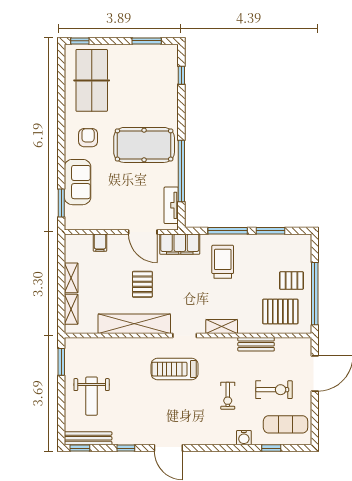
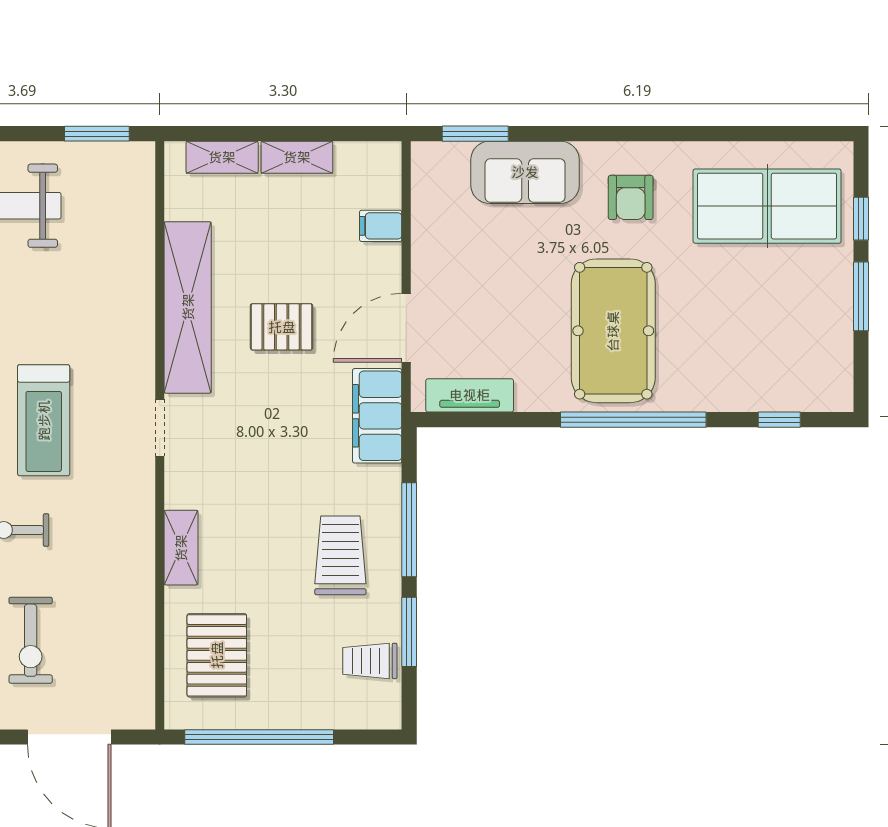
window: (80, 41) -> (861, 219), moved
window: (147, 41) -> (861, 296), moved
armchair: (88, 138) -> (631, 197), turned 90
window: (181, 171) -> (633, 420), moved
trolley: (283, 247) -> (370, 661), added
trolley: (223, 262) -> (340, 555), moved, turned -90
pallet: (292, 281) -> (291, 682), removed
shelving: (222, 326) -> (181, 548), moved
bench: (256, 344) -> (139, 597), removed
treadmill: (175, 369) -> (44, 420), moved, turned 180

